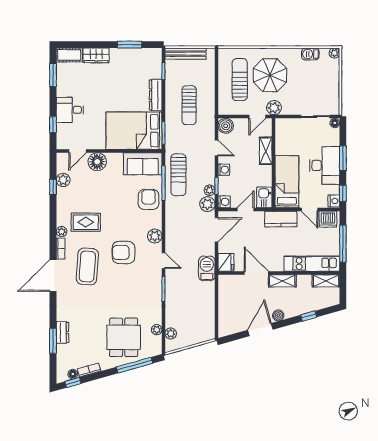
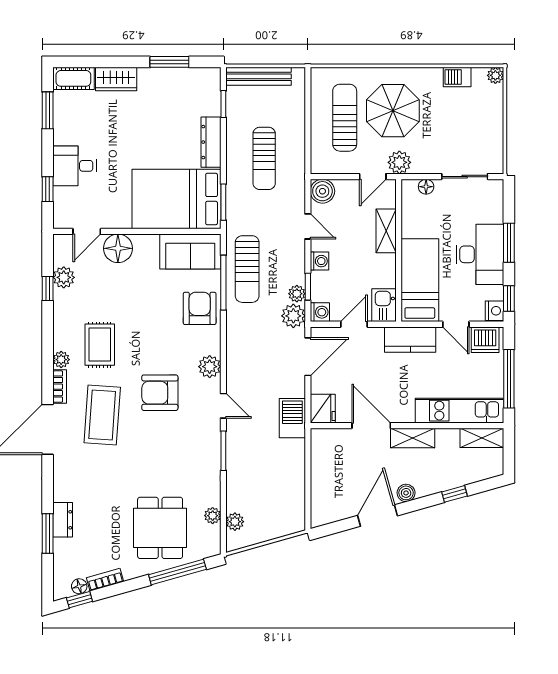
floor lamp: (335, 123) -> (426, 187), moved
rug: (86, 222) -> (100, 345), turned 90

